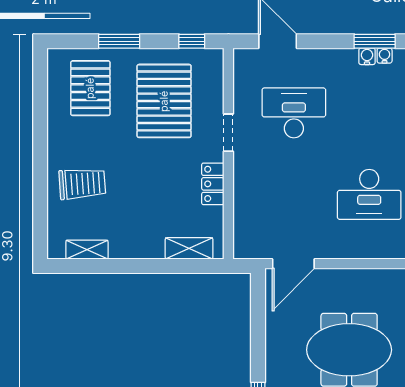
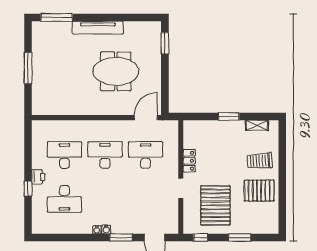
window: (375, 41) -> (121, 237), moved
pallet: (90, 88) -> (259, 191), moved, turned 90
desk: (294, 113) -> (146, 155), moved, turned 180
shelving: (189, 248) -> (202, 126), removed
window: (139, 266) -> (229, 116), added

